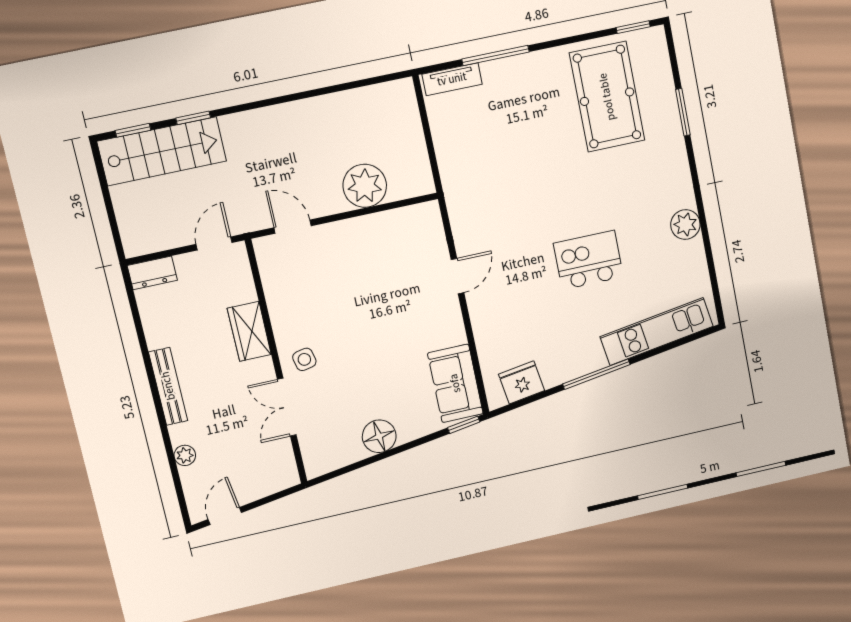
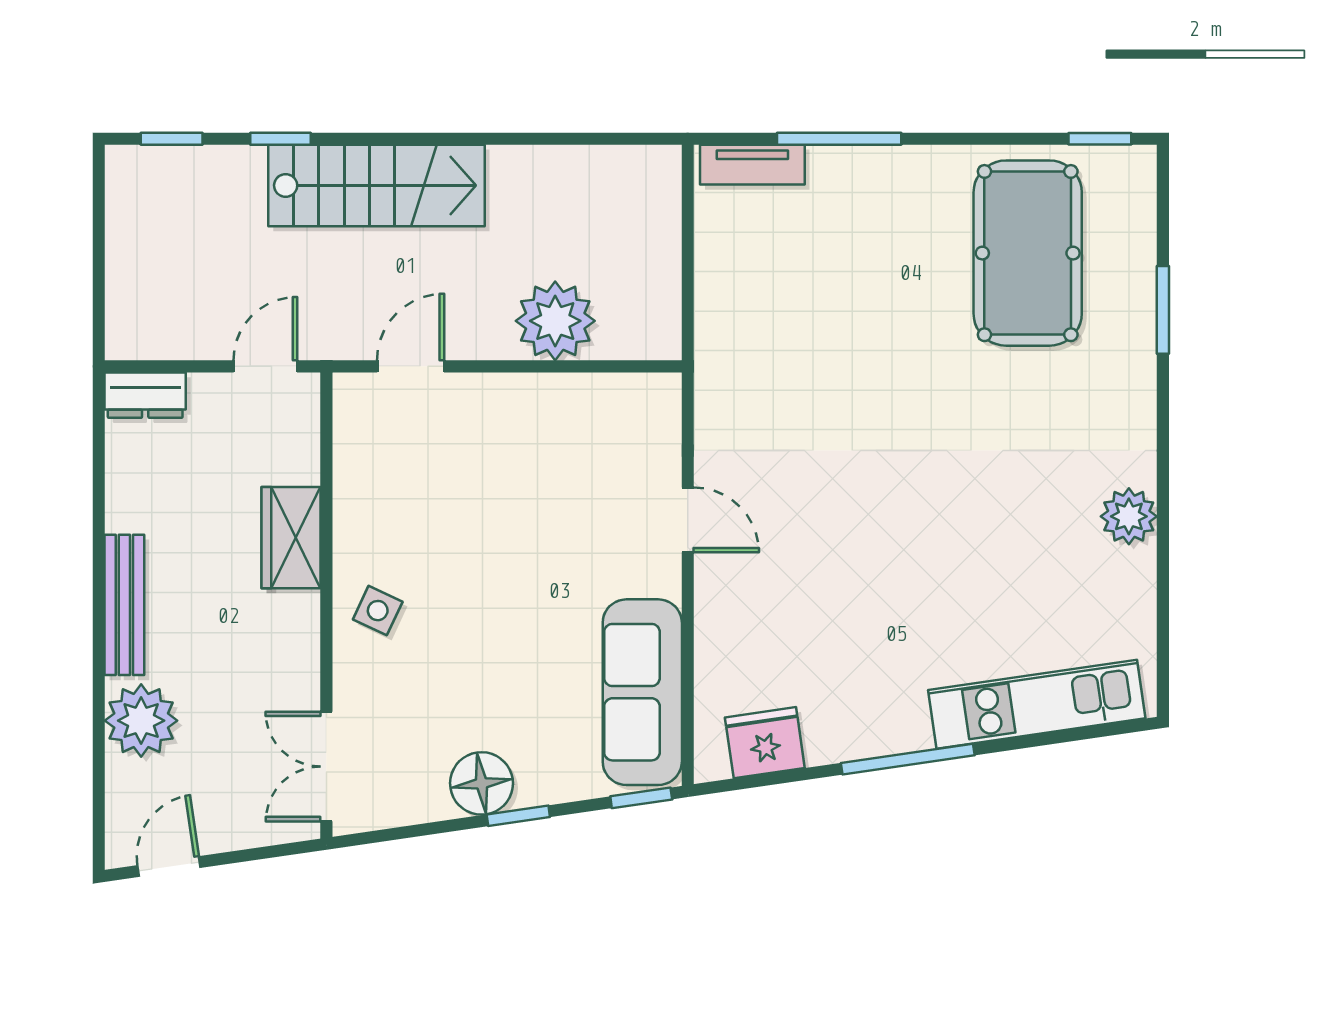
stairs: (162, 151) -> (376, 185), moved
door: (293, 227) -> (411, 366), hinge flipped
kitchen island: (588, 260) -> (935, 543), removed
door: (457, 276) -> (688, 520), hinge flipped
side table: (304, 359) -> (378, 611), turned 37
sofa: (455, 383) -> (642, 692), width x1.36
double door: (287, 407) -> (326, 767), moved
window: (402, 448) -> (518, 816), added
plant: (185, 455) -> (141, 721), width x1.88, depth x1.88

